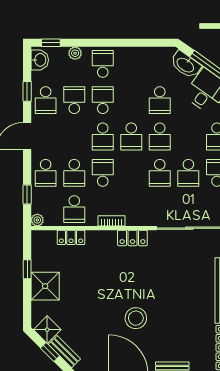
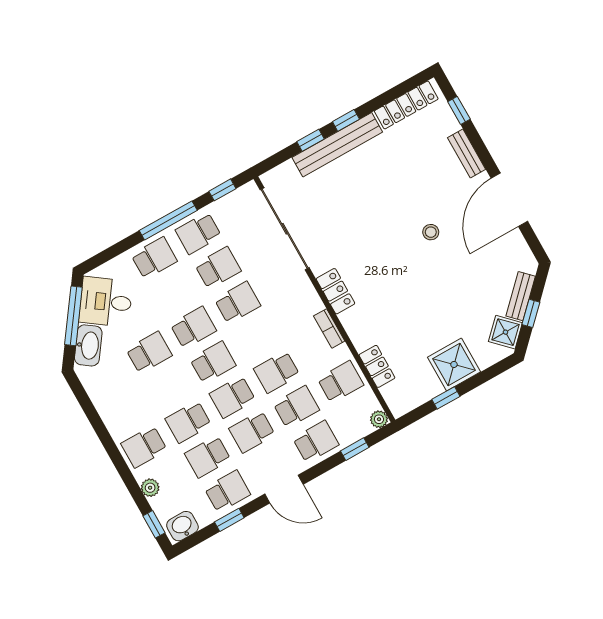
school desk: (74, 136) -> (252, 432), added
school desk: (103, 136) -> (232, 397), turned 180
stool: (136, 318) -> (431, 232), width x0.53, depth x0.53

